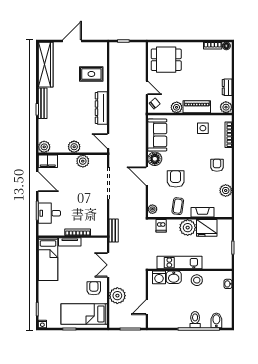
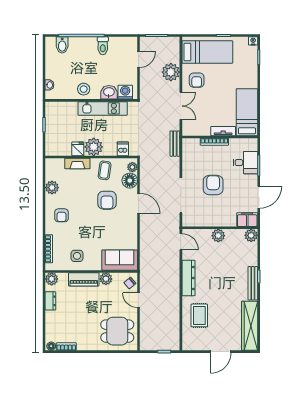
rug: (91, 74) -> (199, 315), turned 90
sofa: (157, 135) -> (120, 260), moved, turned 90
floor lamp: (155, 159) -> (130, 181), moved
plant: (83, 161) -> (209, 220), removed
door: (37, 182) -> (259, 197), swing flipped
armchair: (79, 193) -> (213, 185), added
fridge: (207, 228) -> (78, 149), width x0.53, depth x0.75
toilet: (195, 320) -> (103, 46), moved

